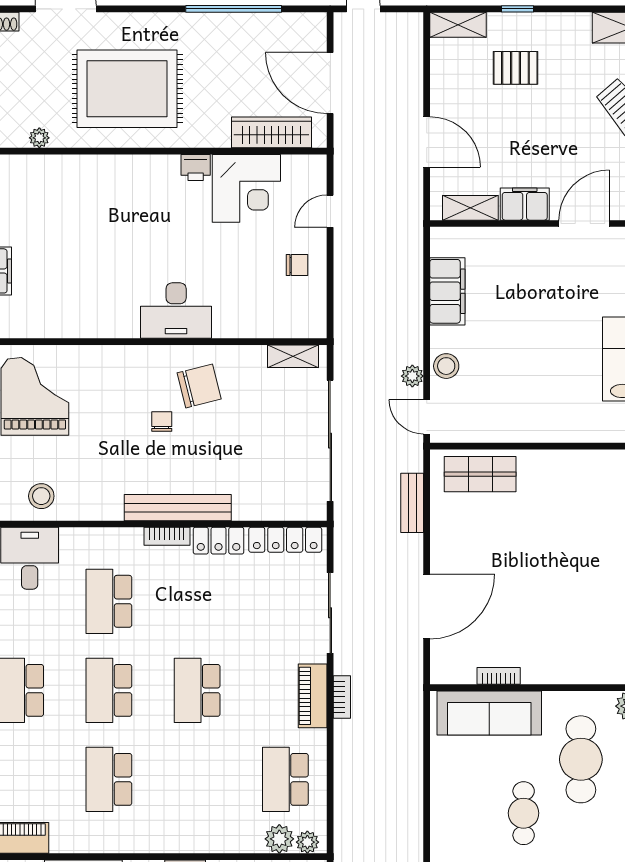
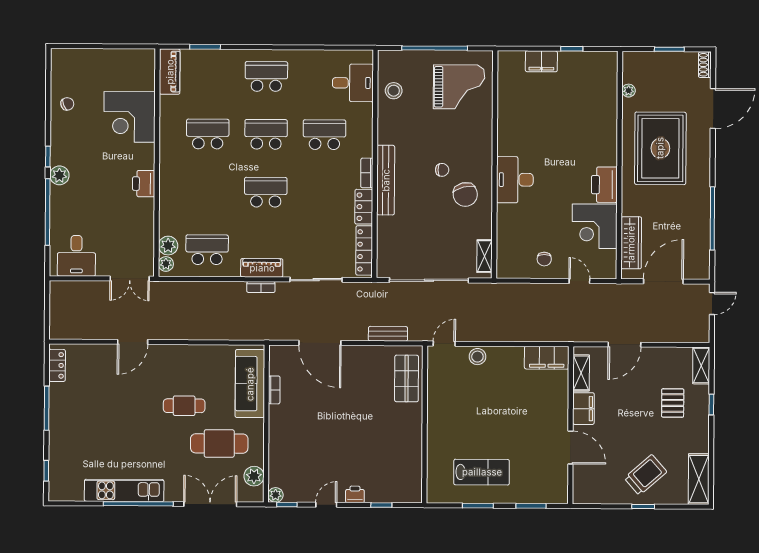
printer: (196, 167) -> (604, 185), width x1.87, depth x1.48
filing cabinet: (447, 291) -> (547, 358), moved
plant: (412, 376) -> (471, 334), removed

